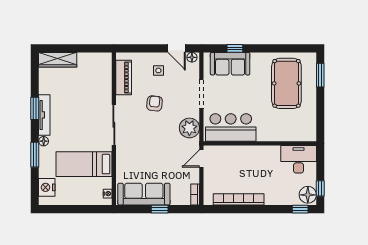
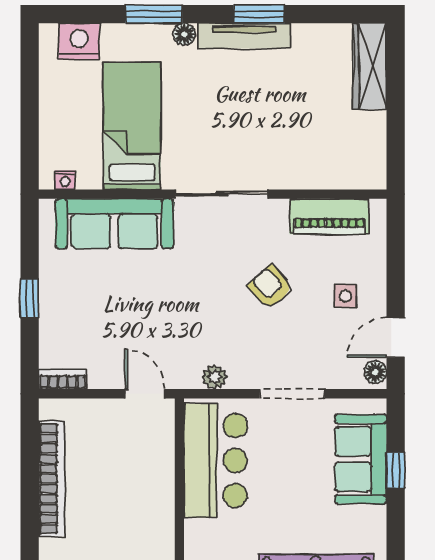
armchair: (155, 103) -> (270, 287), turned -139
plant: (189, 128) -> (214, 377), width x0.53, depth x0.53
sofa: (144, 194) -> (114, 224), moved, turned 90

